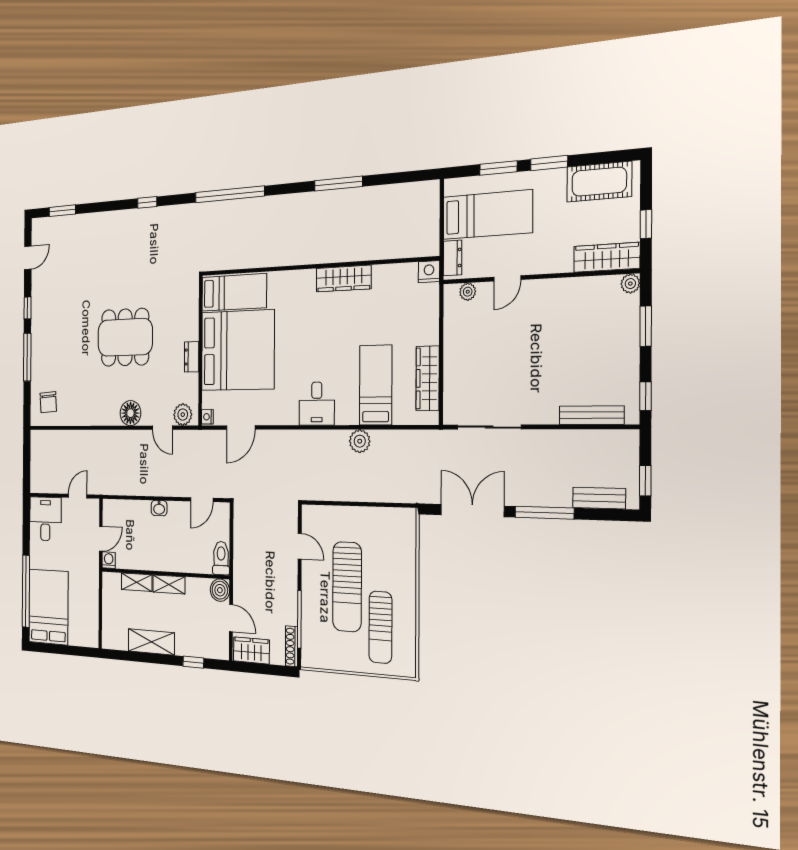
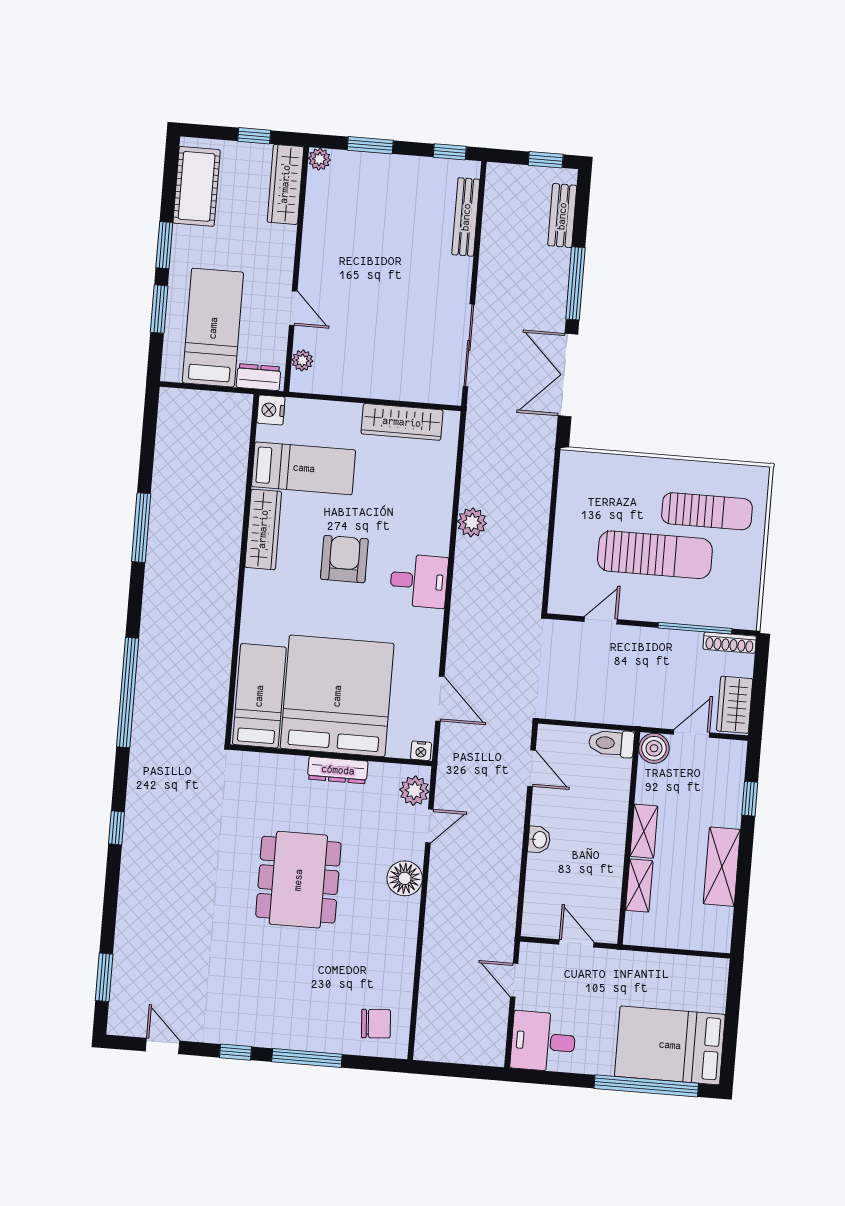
armchair: (328, 344) -> (344, 559), added
dresser: (192, 357) -> (338, 770), width x1.44
bed: (376, 385) -> (304, 468), moved, turned 180
washing machine: (109, 560) -> (607, 932), removed

